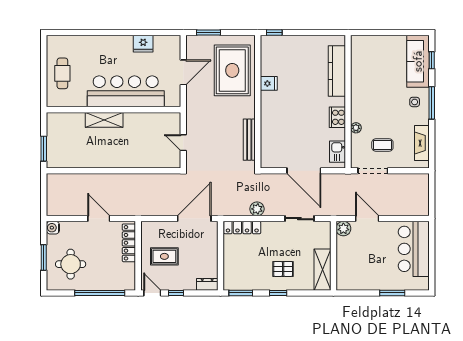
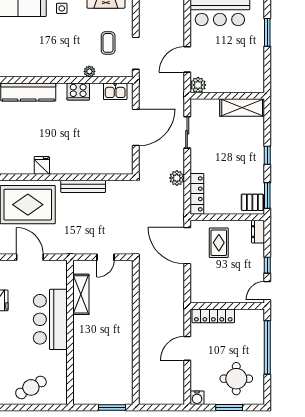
cafe table: (62, 73) -> (31, 387), turned -31
bar counter: (126, 91) -> (50, 319), width x0.73
shelving: (104, 120) -> (81, 294), moved
bench: (249, 140) -> (83, 186), moved
rug: (164, 256) -> (219, 243), moved
pallet: (283, 269) -> (252, 202), moved, turned 90

